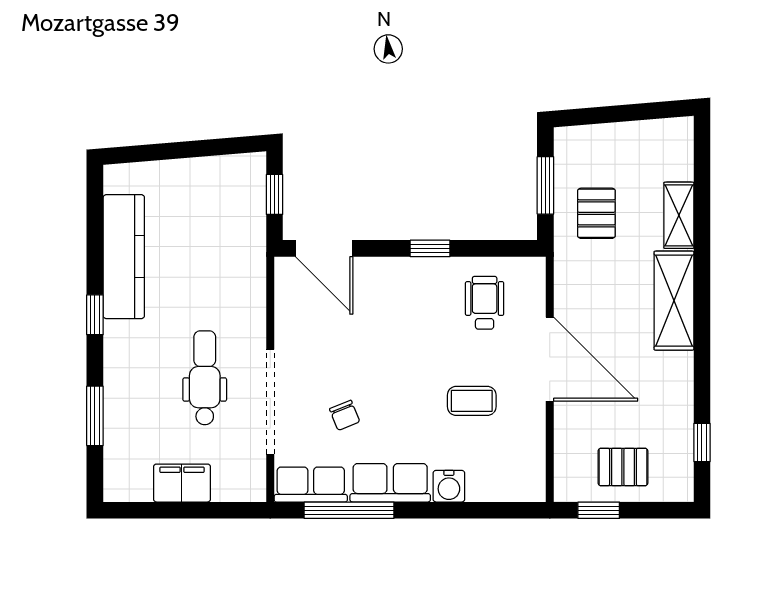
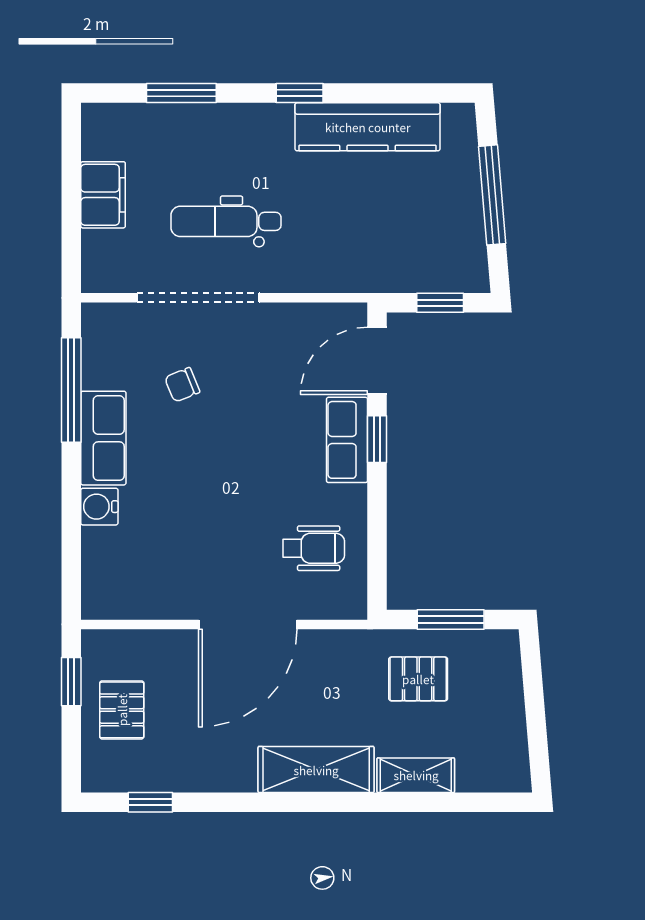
window: (182, 150) -> (492, 195), added
window: (430, 248) -> (377, 439), moved
dental chair: (205, 378) -> (226, 221), turned 180
coffee table: (472, 401) -> (199, 533), removed
row of seats: (311, 485) -> (347, 440), moved, turned 180

